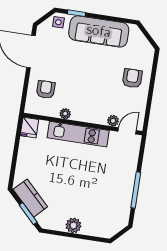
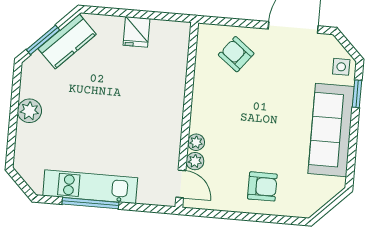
armchair: (46, 90) -> (236, 54), turned -142
plant: (65, 114) -> (196, 142), moved
fridge: (29, 128) -> (136, 32), moved, turned -90
kitchen unit: (78, 134) -> (90, 187), moved, turned 90

